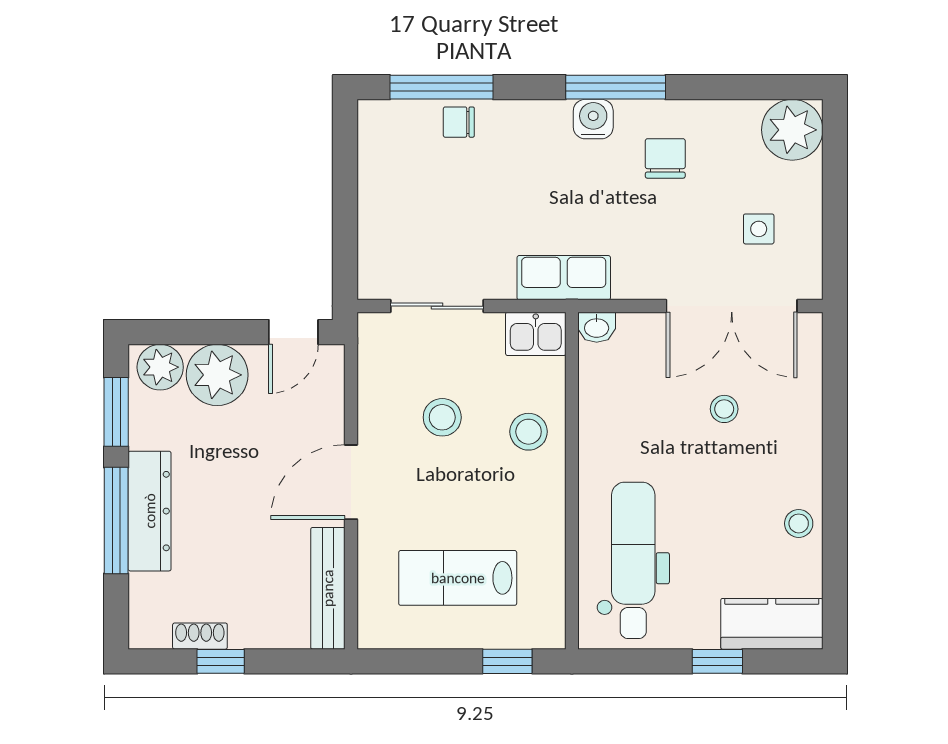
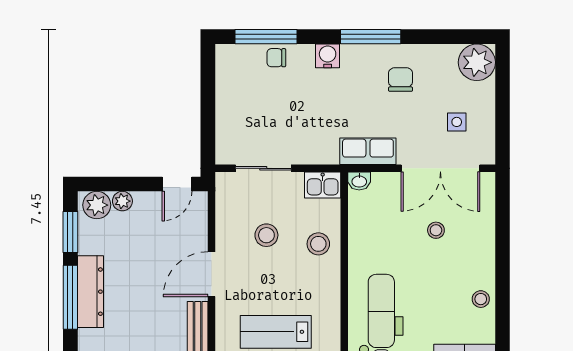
water cooler: (593, 119) -> (328, 56), moved
row of seats: (564, 278) -> (368, 151), moved
plant: (217, 375) -> (122, 201), width x0.53, depth x0.53

